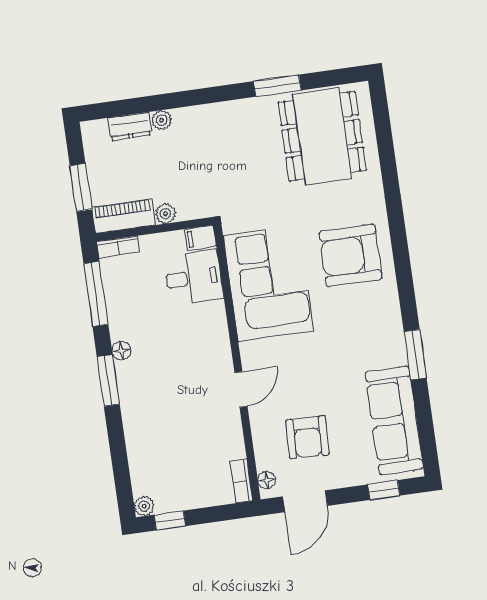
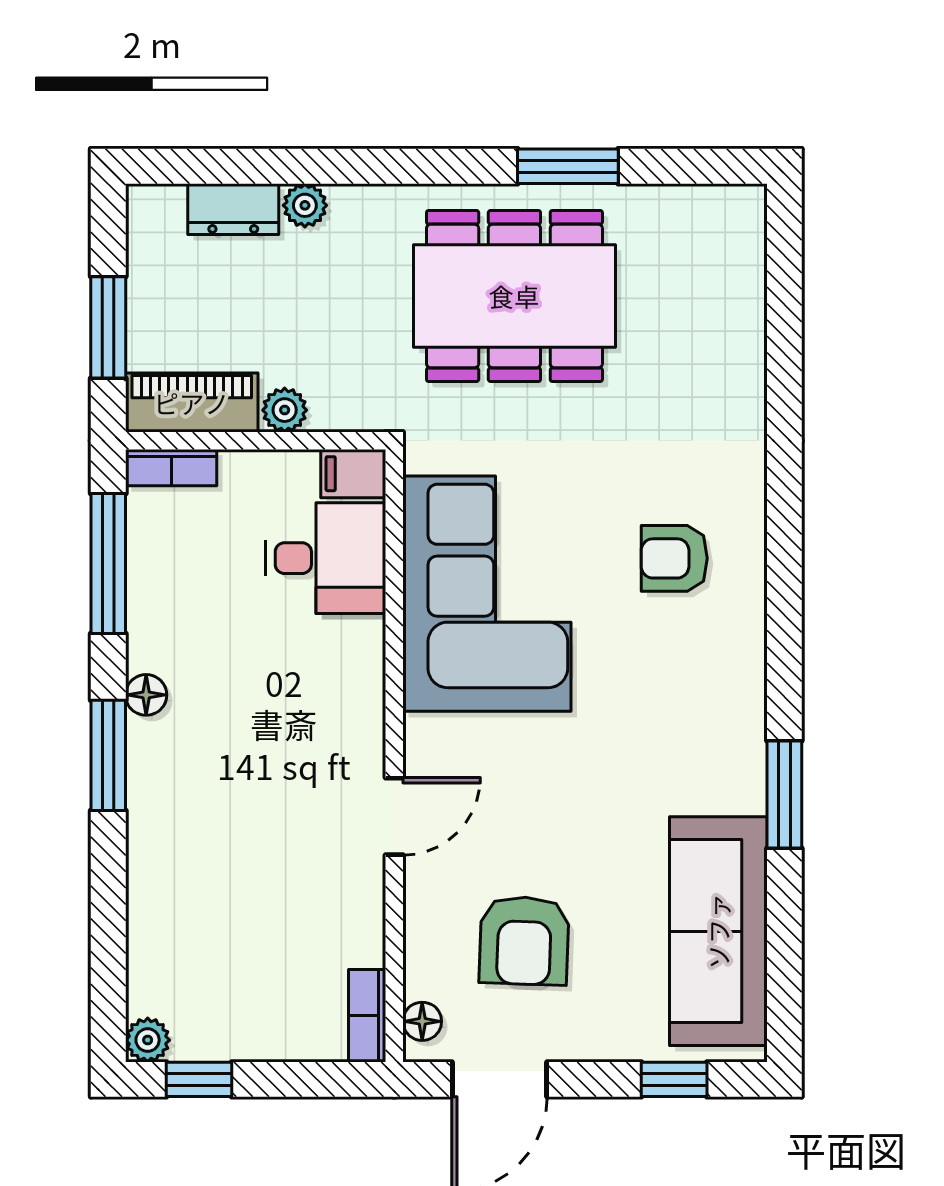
dining table: (322, 136) -> (514, 296), moved, turned 90
armchair: (351, 255) -> (674, 558), width x0.53, depth x0.53

